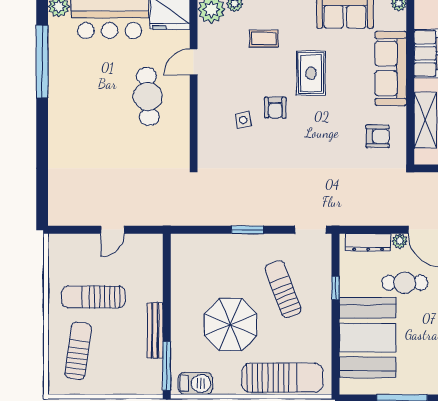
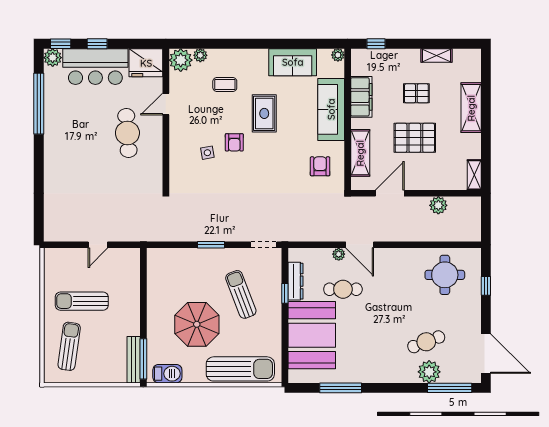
armchair: (378, 136) -> (320, 166), turned -90
dresser: (368, 242) -> (295, 281), moved, turned -90
bench: (155, 330) -> (134, 360), moved

